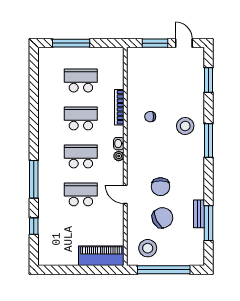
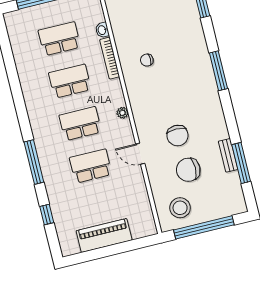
stool: (185, 126) -> (188, 61), removed
washbasin: (119, 144) -> (102, 30), moved
chair: (162, 218) -> (188, 170), turned -152
piano: (101, 256) -> (104, 235), moved

